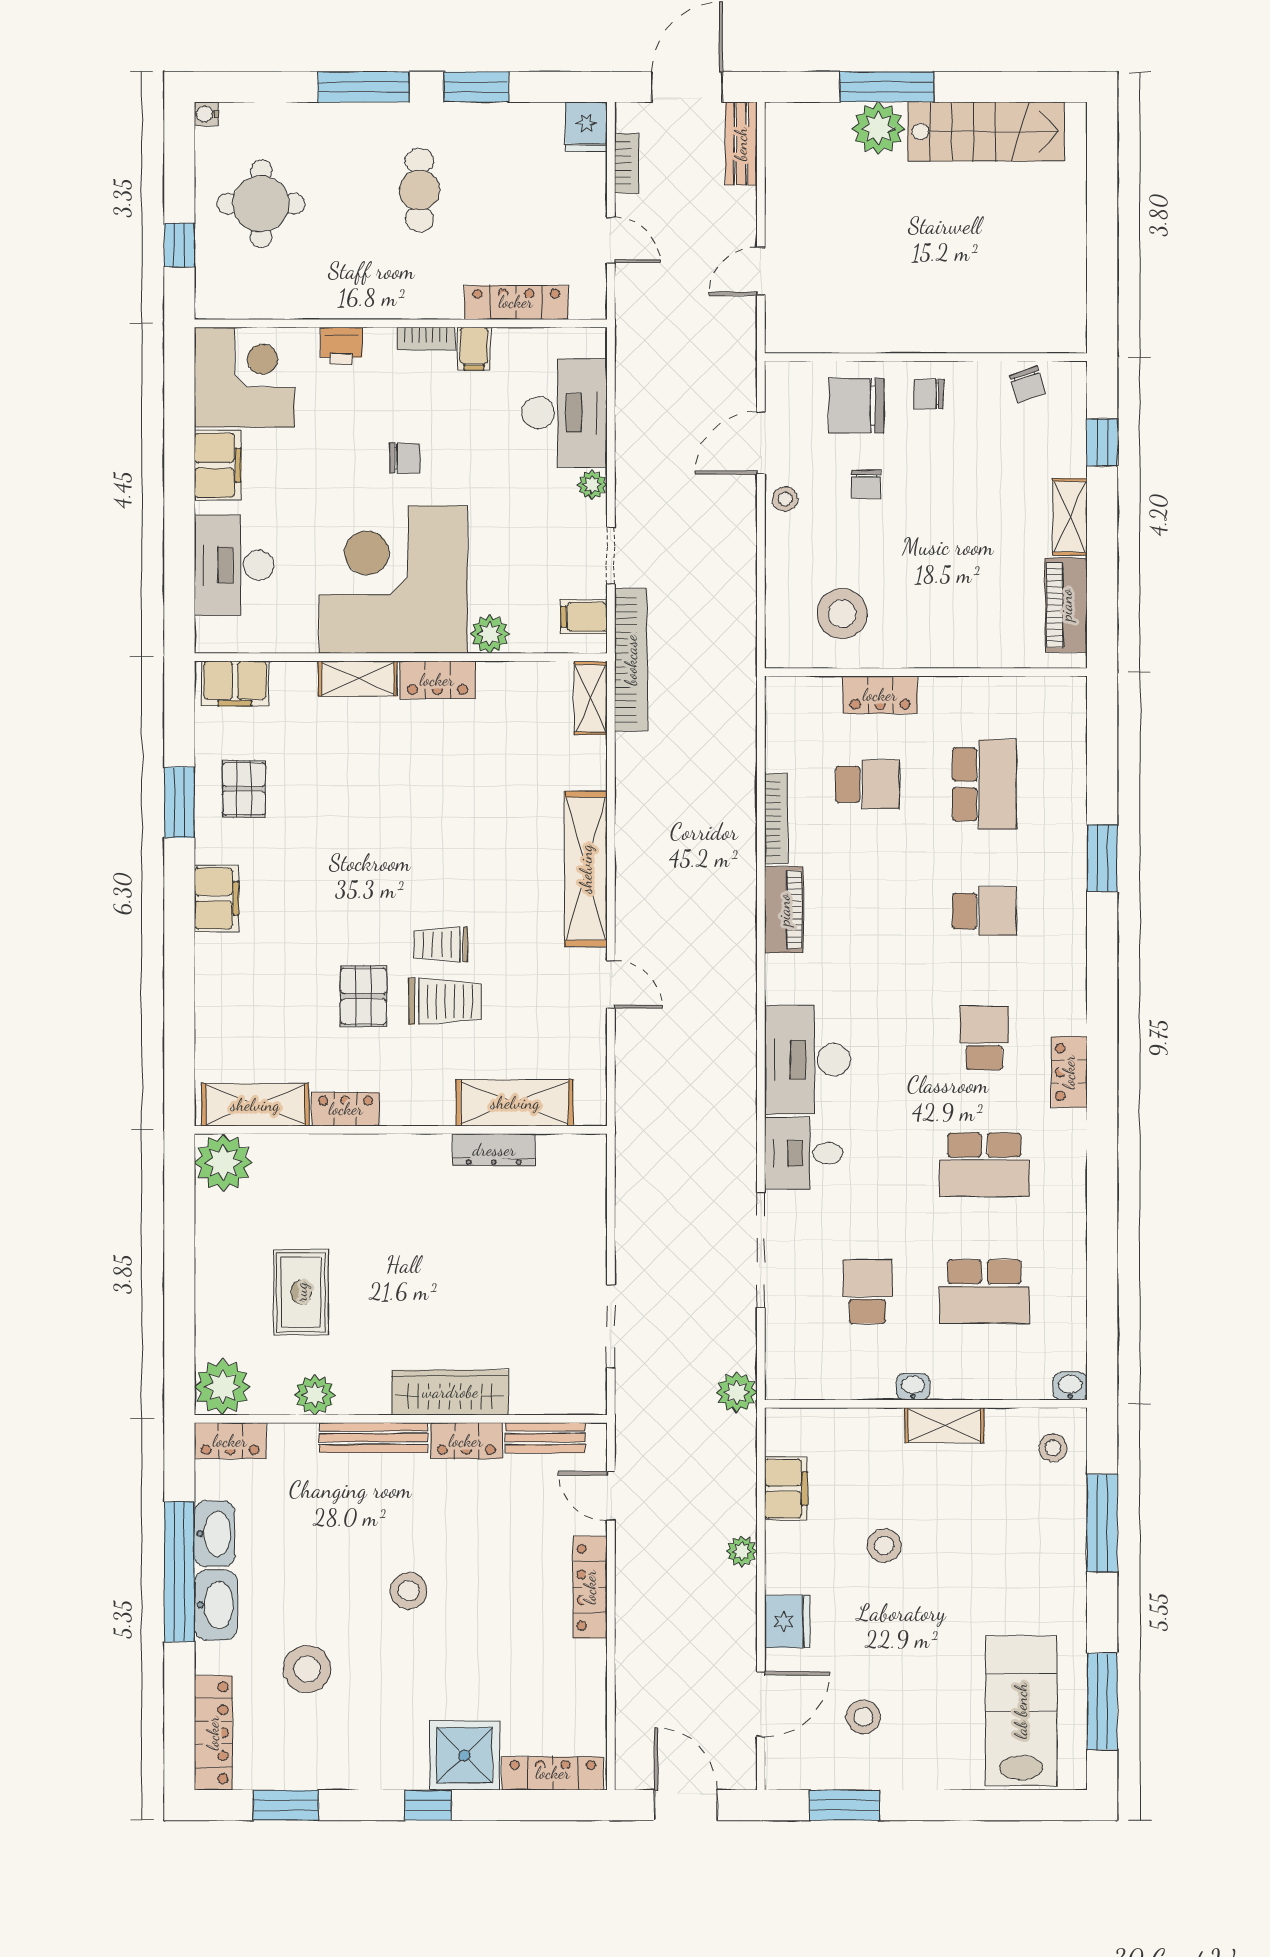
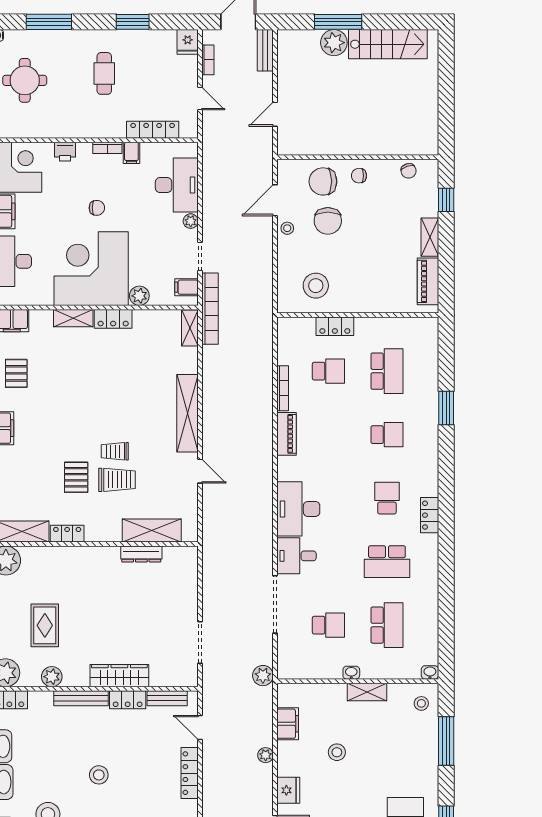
window: (364, 87) -> (49, 22), moved
chair: (866, 484) -> (328, 221), width x1.87, depth x1.87
school desk: (867, 1292) -> (328, 625), turned 90
school desk: (984, 1292) -> (387, 625), turned -90

